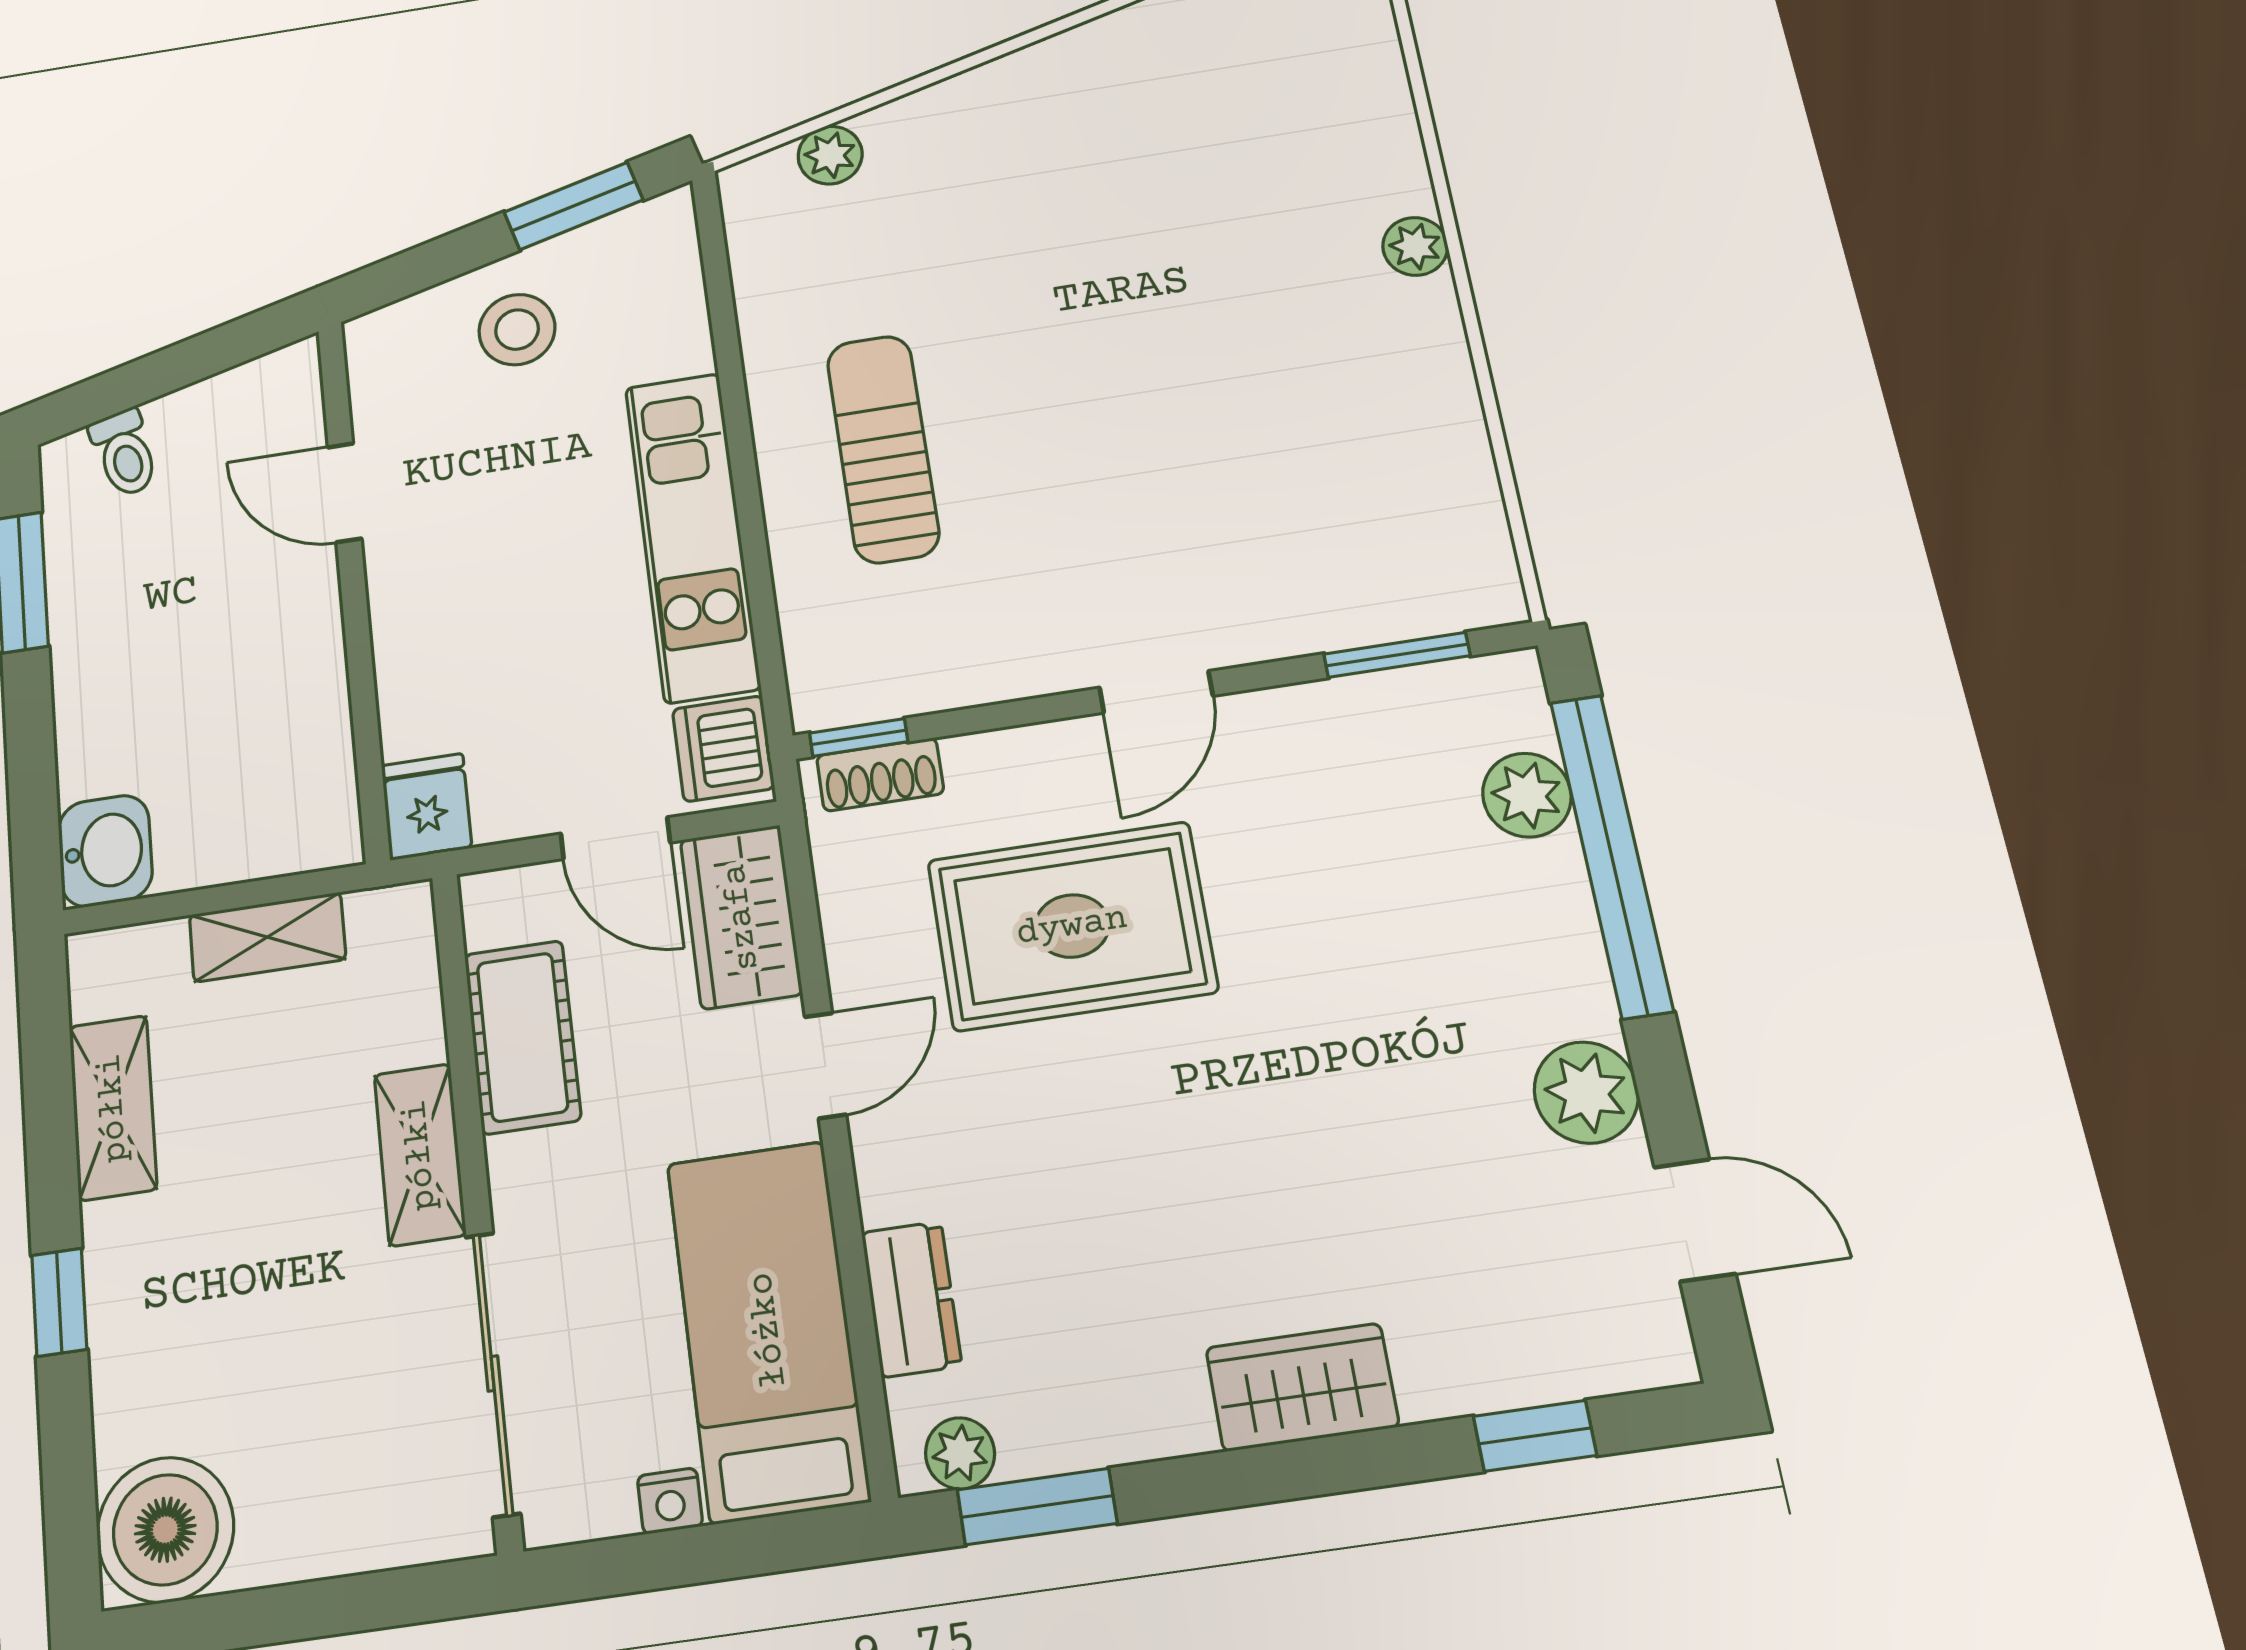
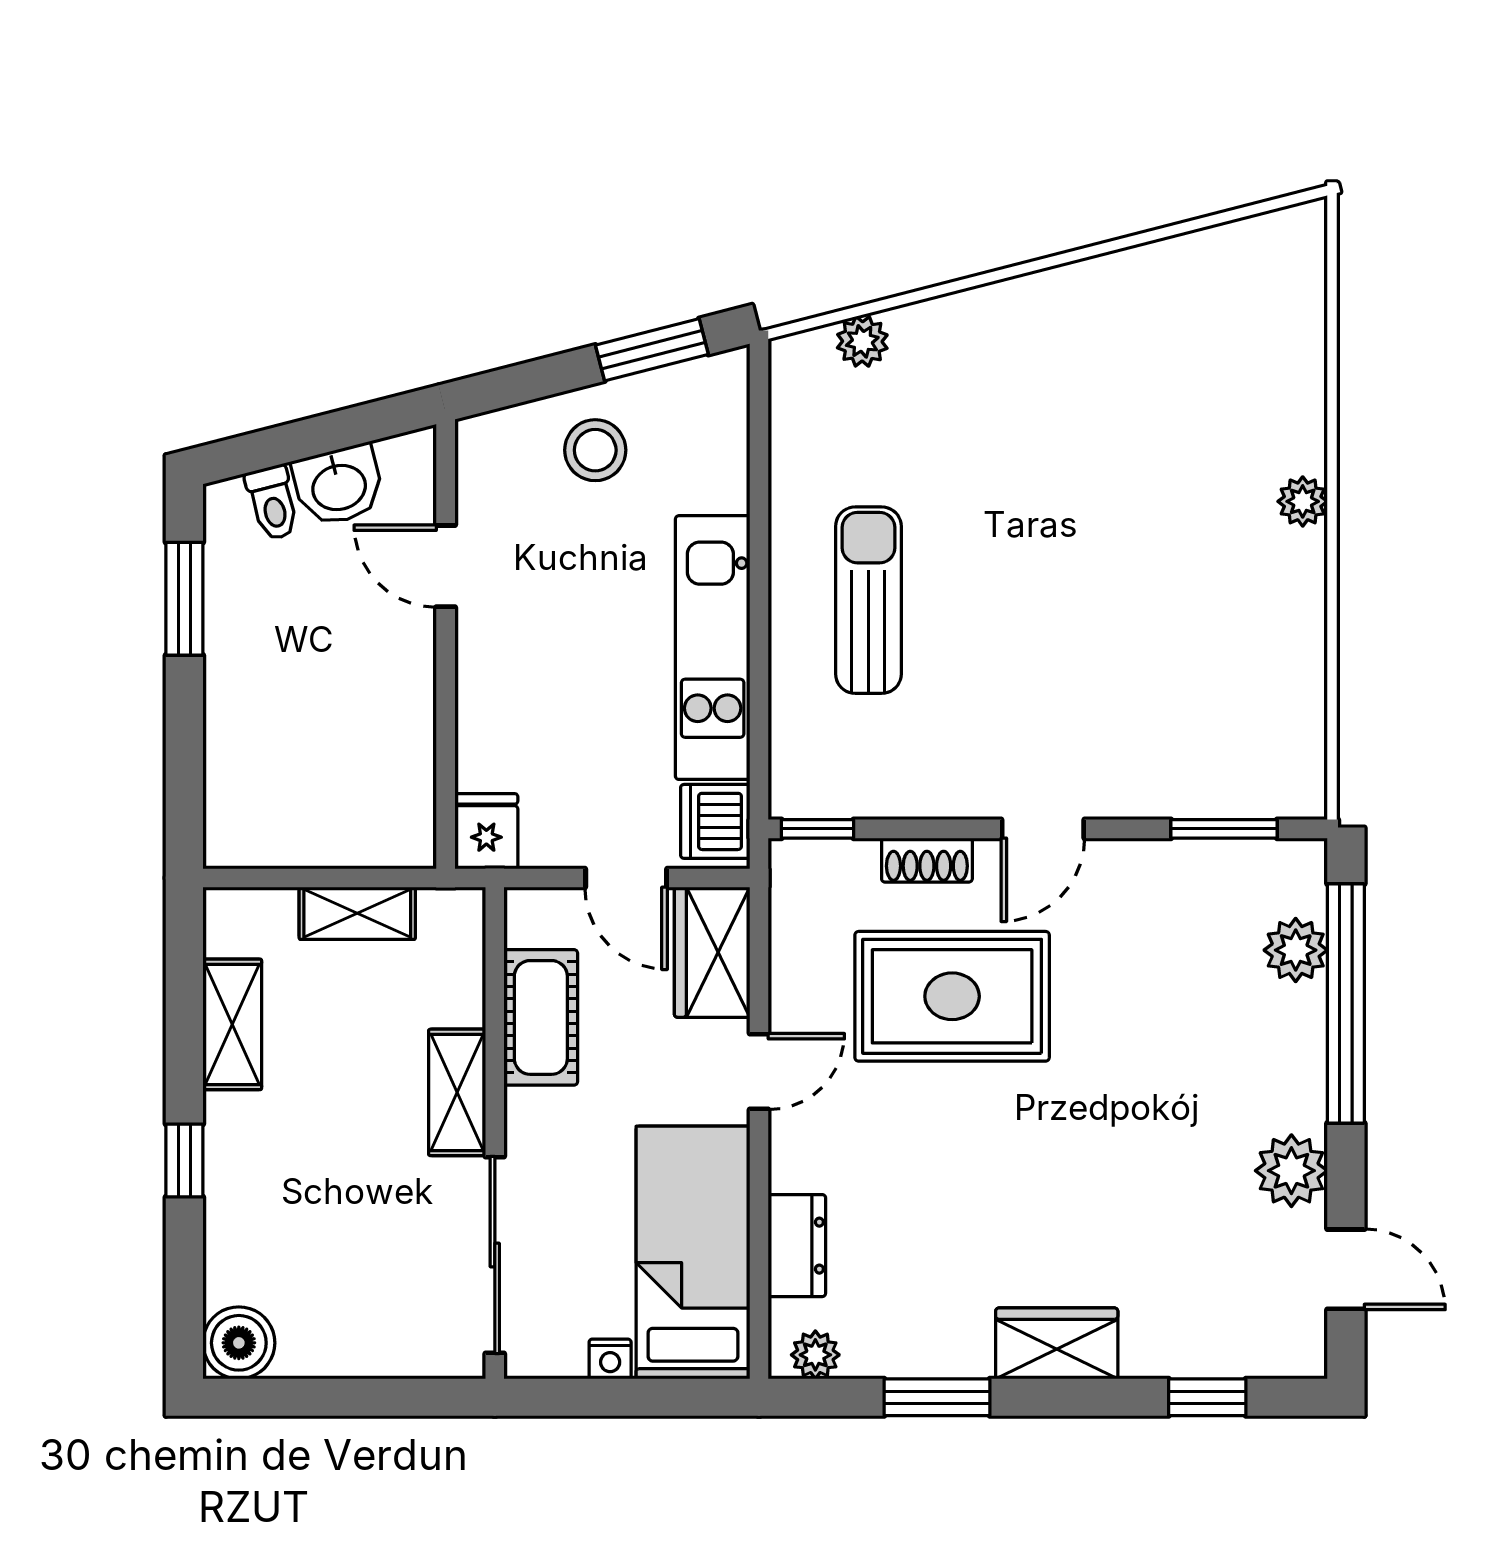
shoe rack: (880, 775) -> (927, 860), moved
washbasin: (105, 851) -> (339, 485), moved, turned 76
window: (1037, 1507) -> (937, 1397), moved
boiler: (165, 1530) -> (239, 1343), width x0.73, depth x0.73

